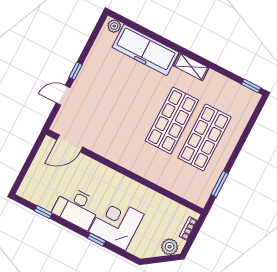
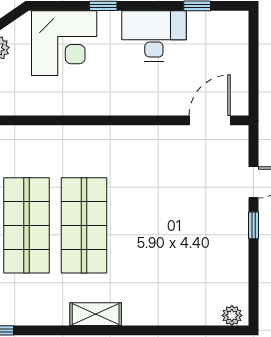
freezer: (145, 50) -> (171, 305), removed
corner desk: (116, 223) -> (64, 43), moved

